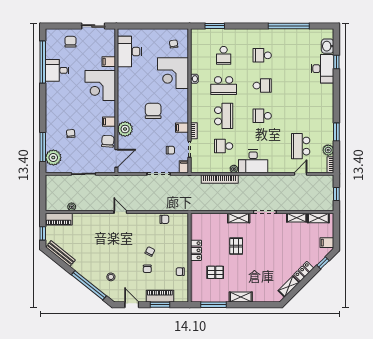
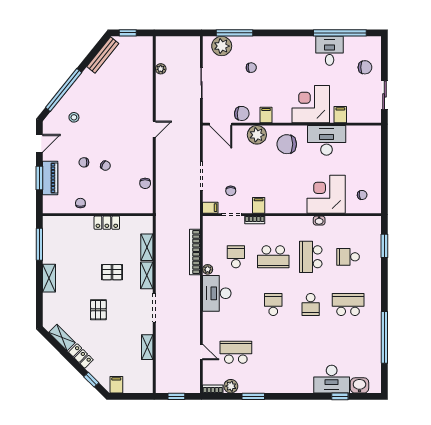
desk: (130, 52) -> (327, 140), moved
school desk: (262, 55) -> (348, 304), width x1.85
chair: (153, 111) -> (287, 144), moved, turned 180
shelving: (318, 218) -> (147, 247), moved
piano: (59, 219) -> (145, 53), removed
pallet: (215, 272) -> (98, 310), moved

